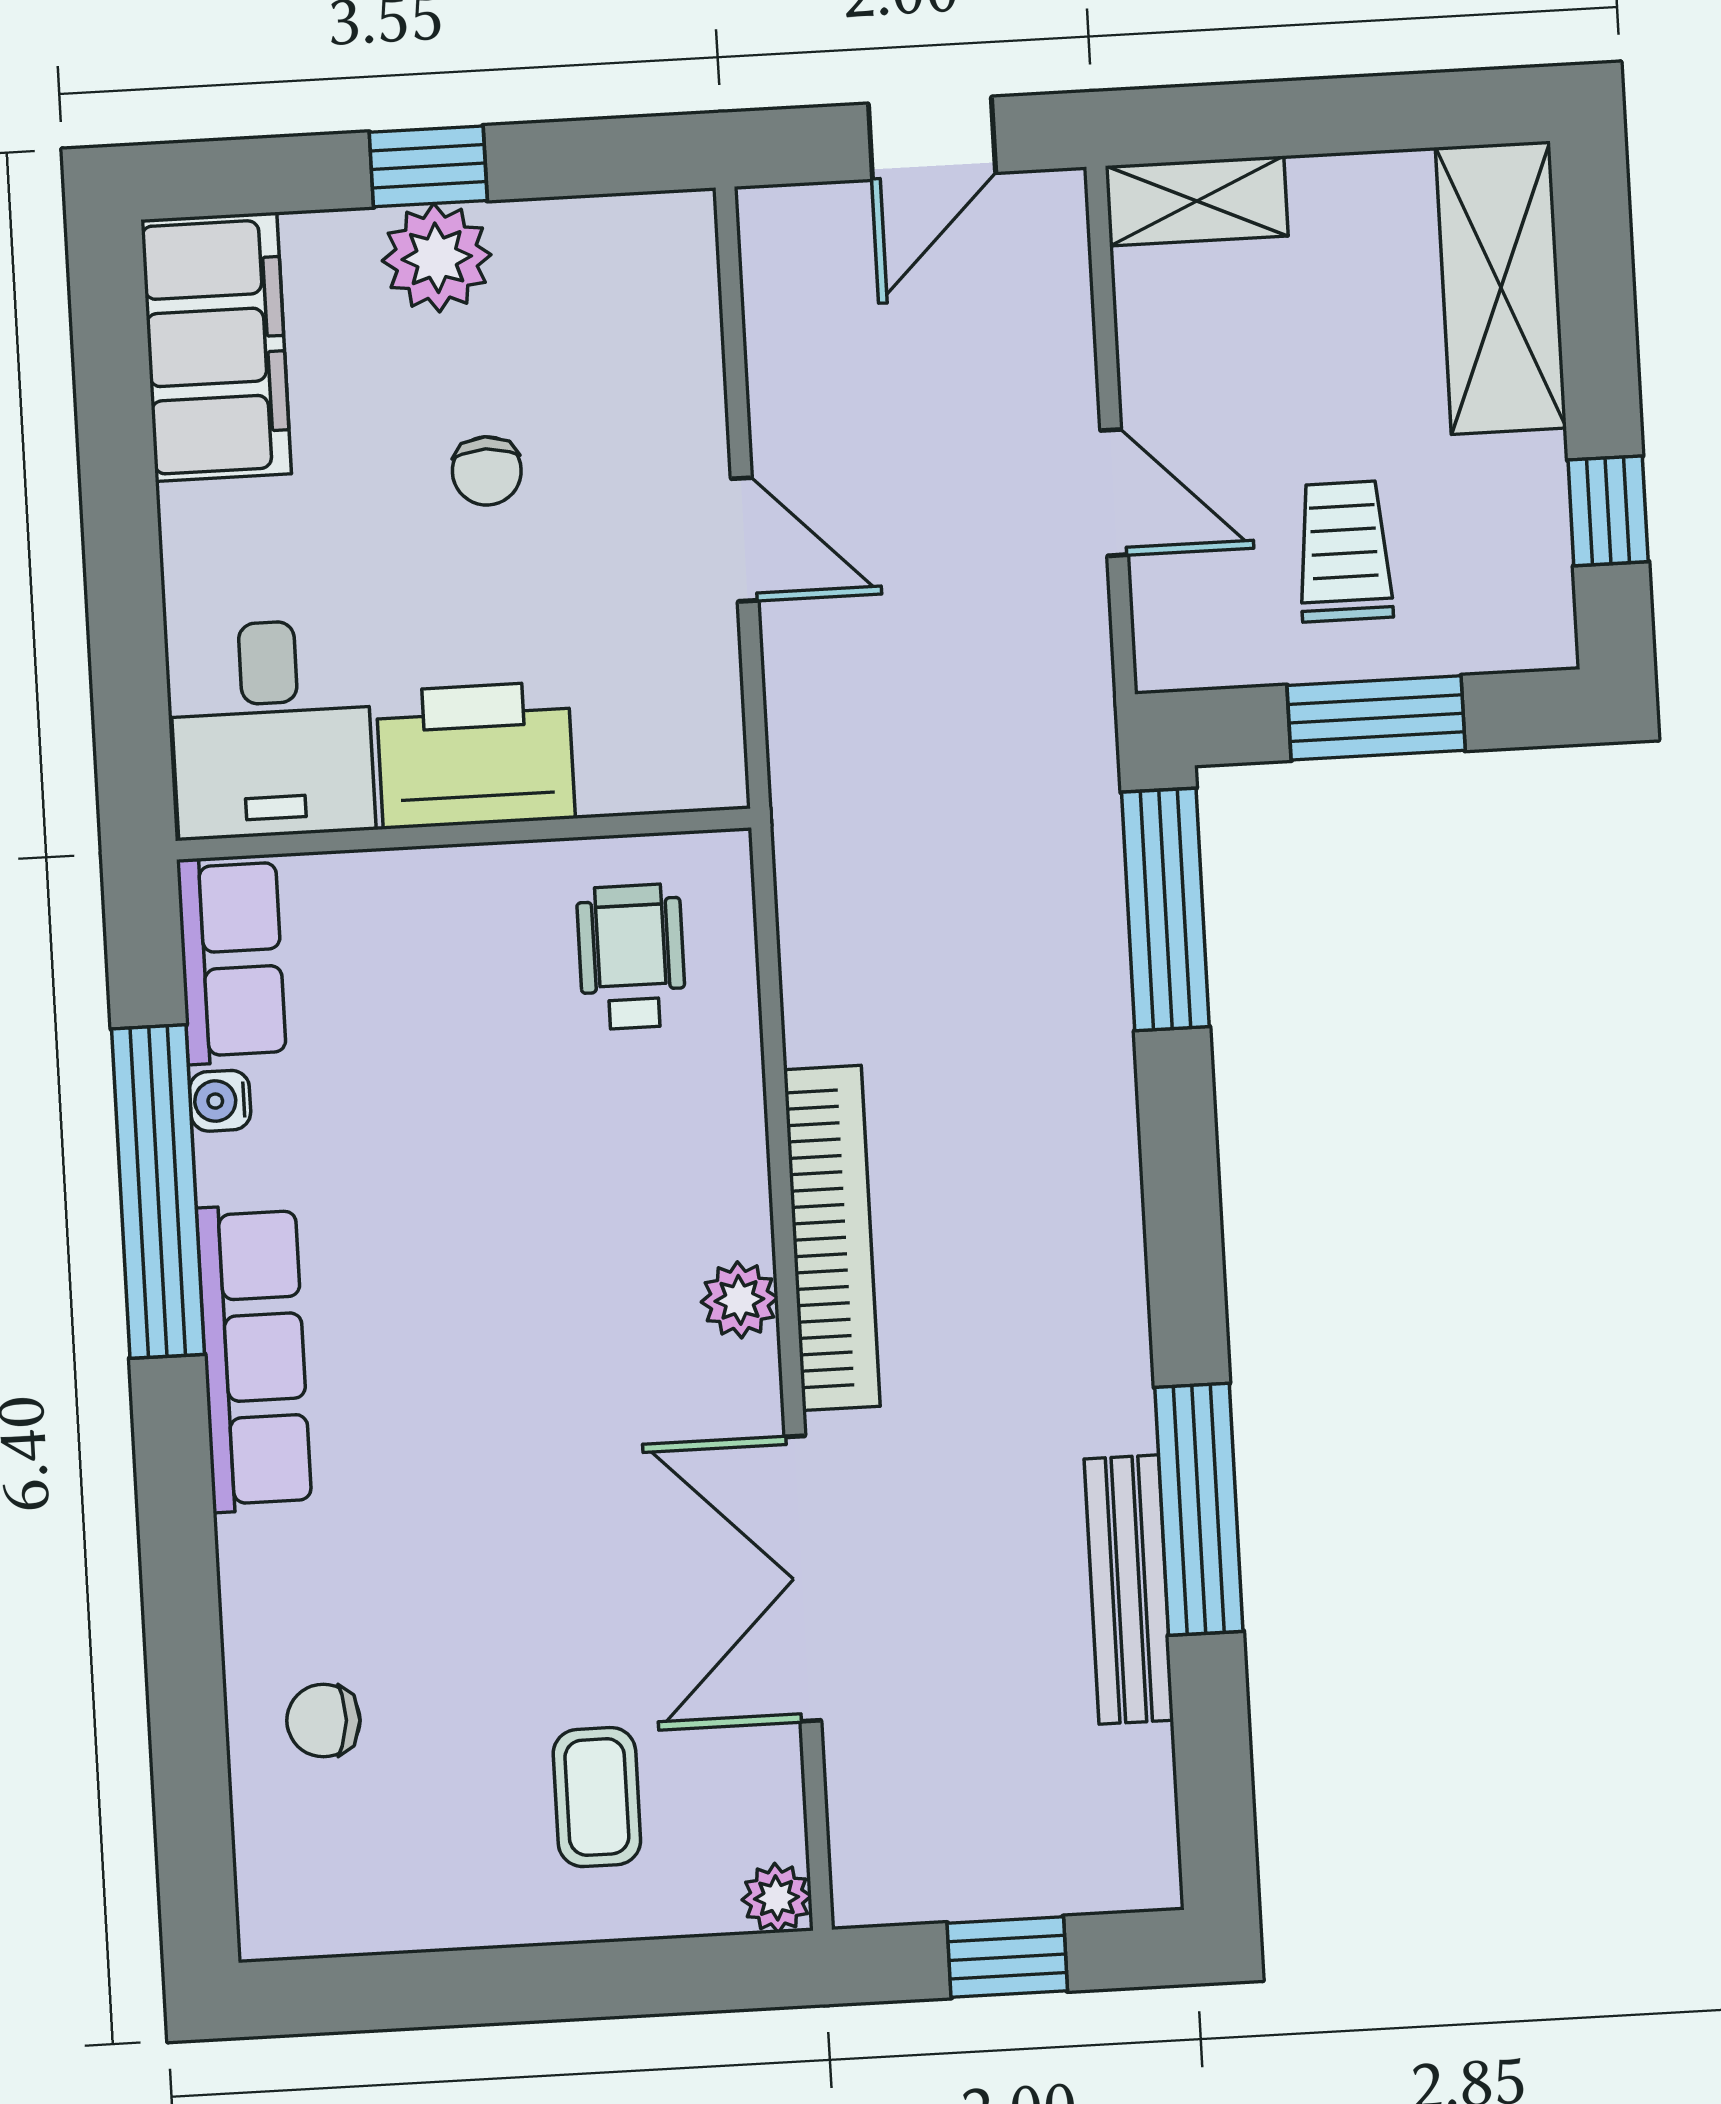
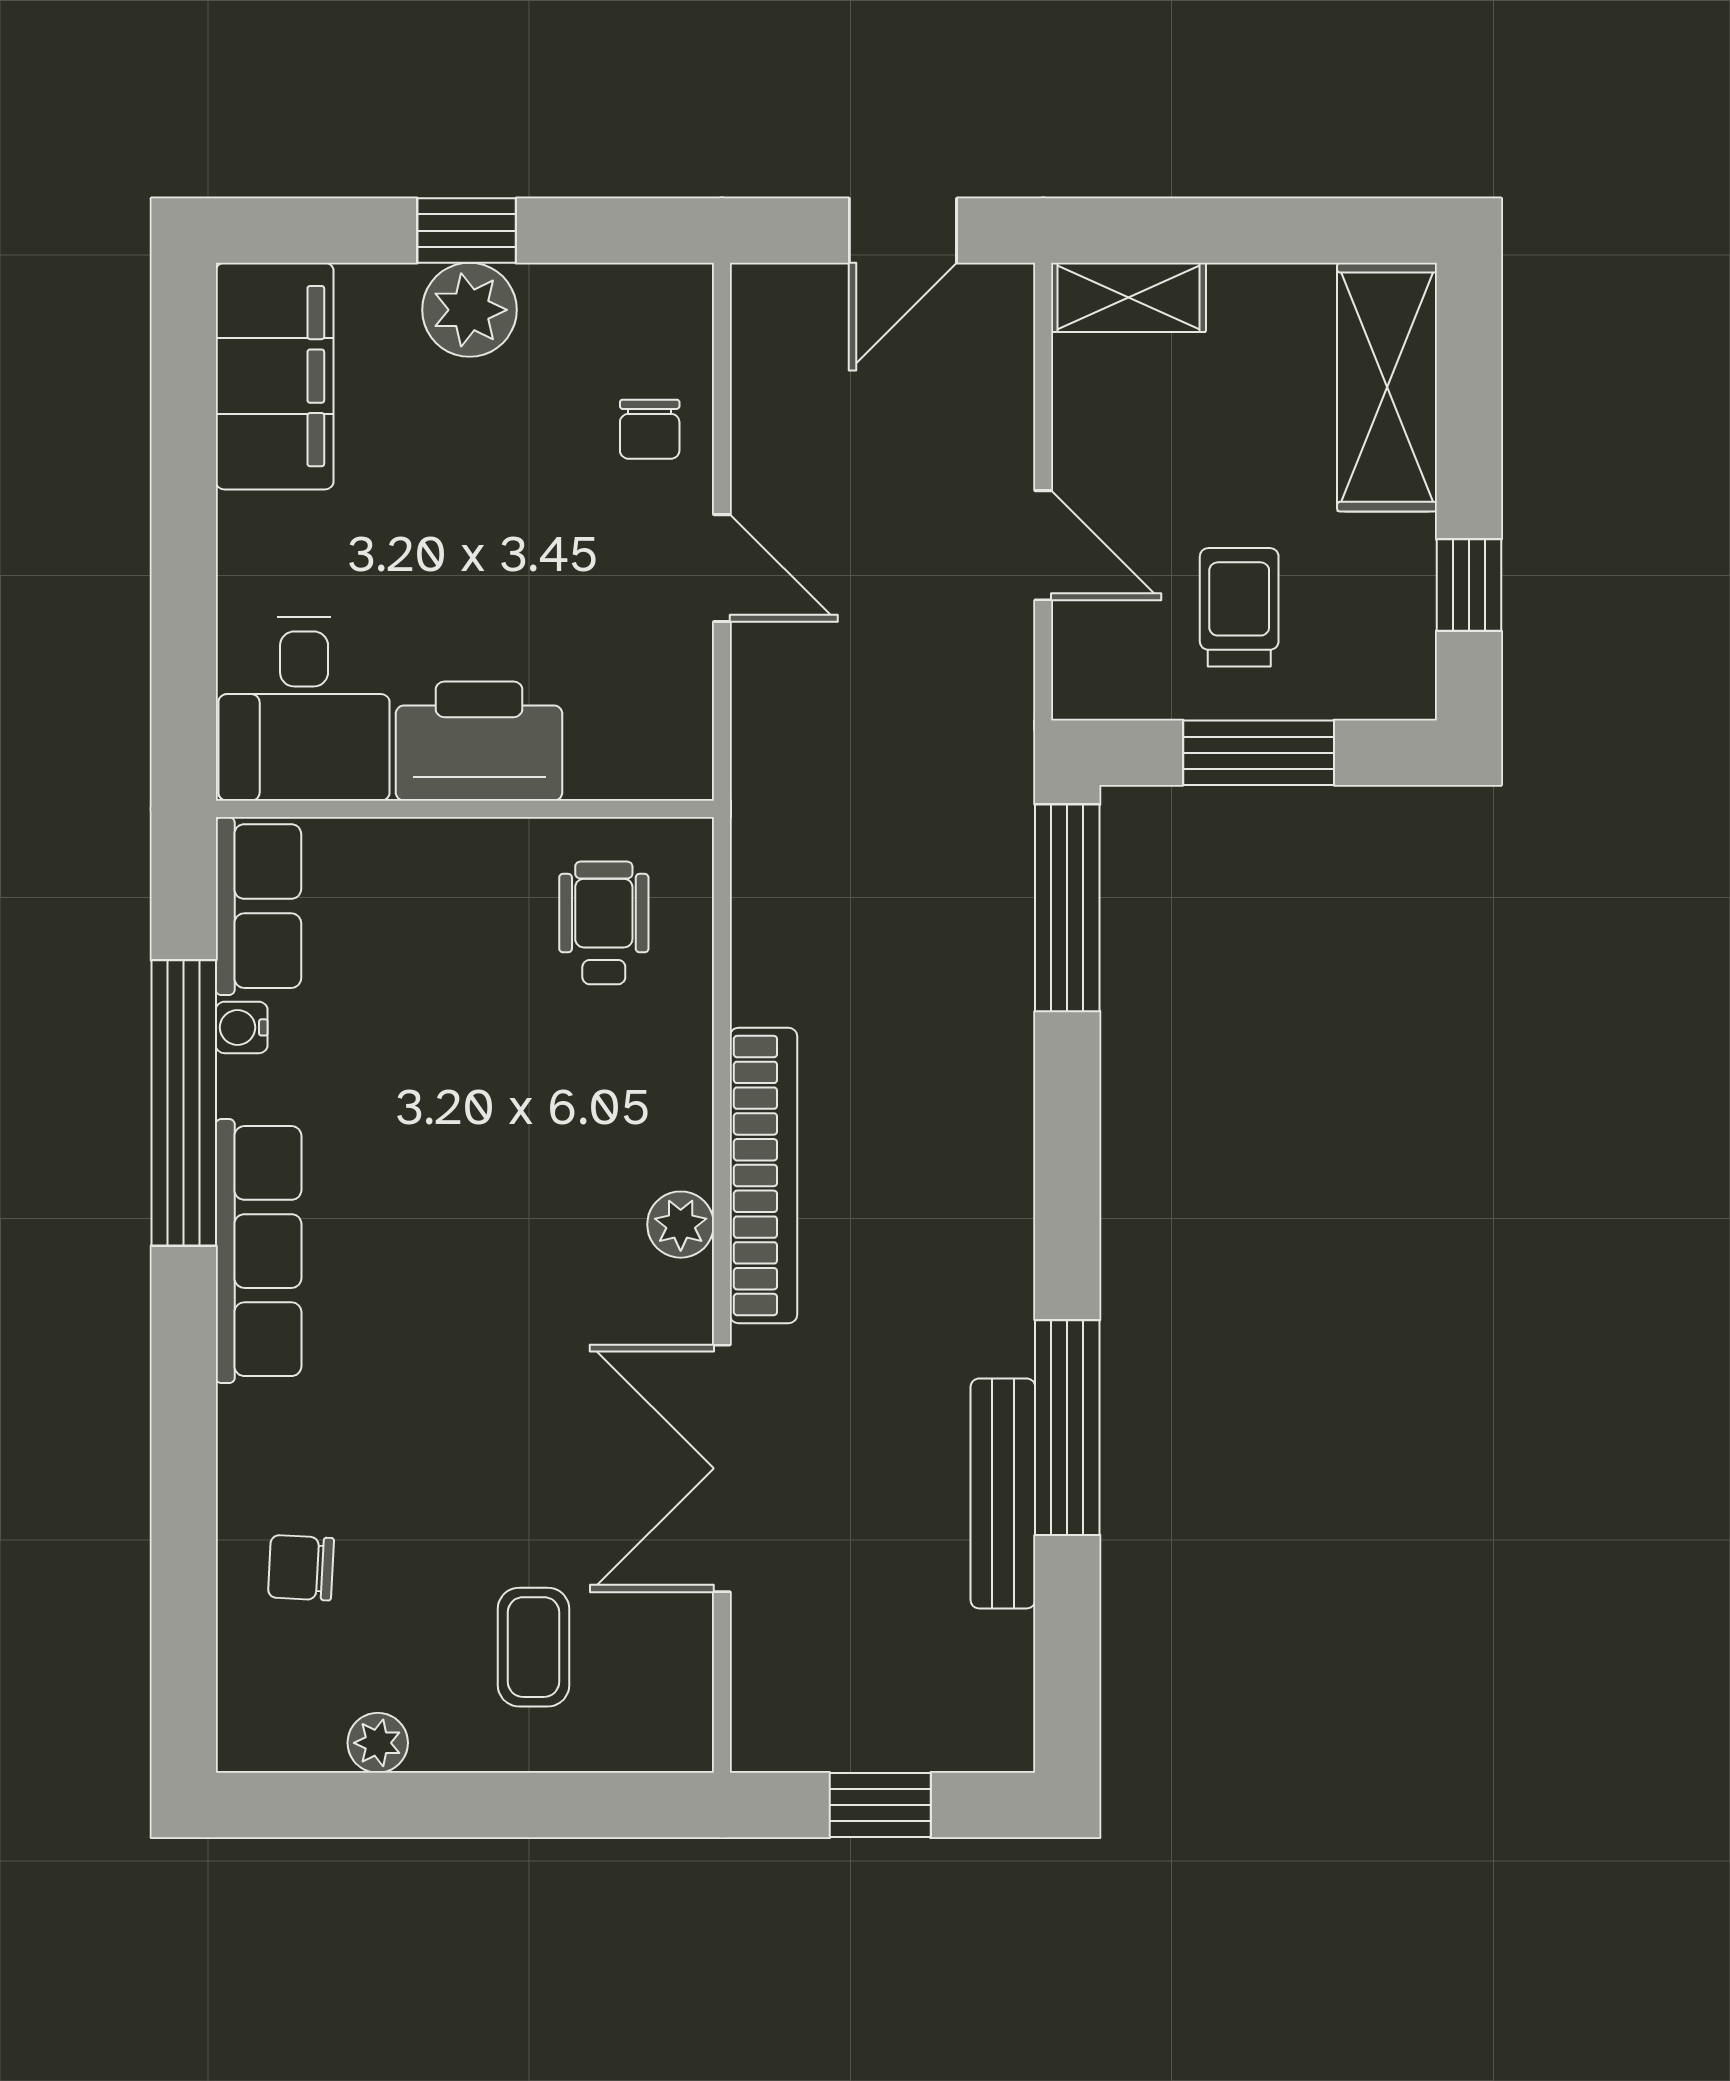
chair: (487, 471) -> (650, 429), moved
plant: (777, 1898) -> (378, 1743), moved

